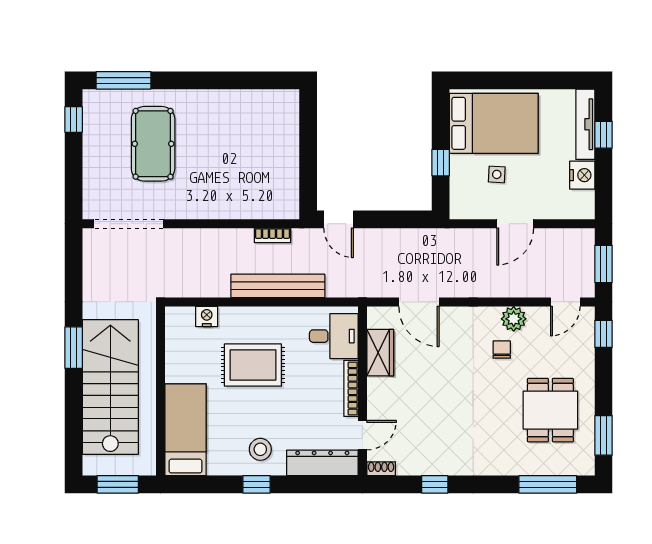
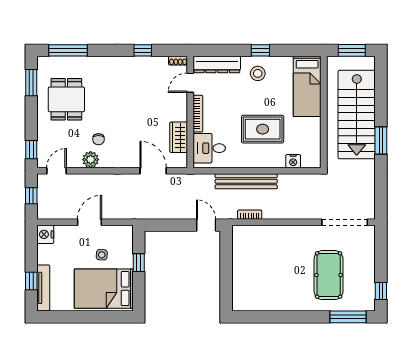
nightstand: (582, 175) -> (45, 234), moved
window: (604, 264) -> (31, 196), width x0.67

